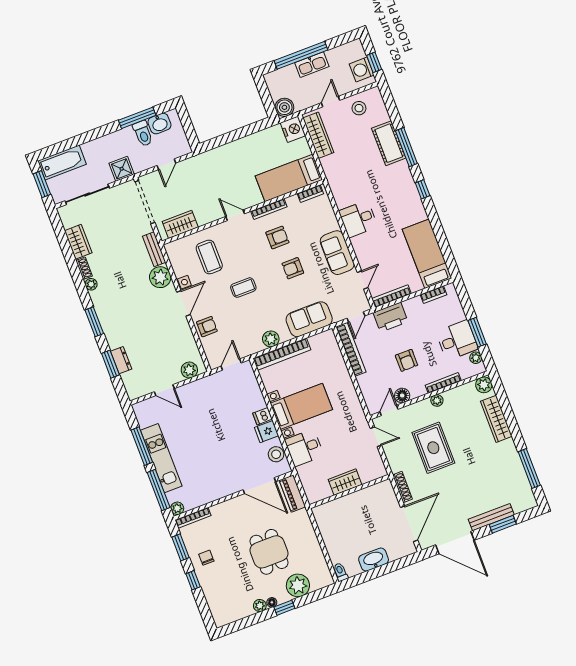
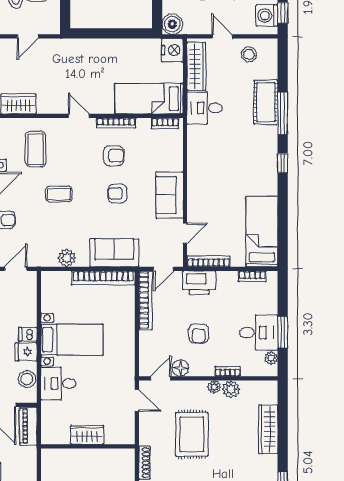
door: (330, 102) -> (222, 36), hinge flipped
desk: (358, 219) -> (204, 108), moved
bookcase: (282, 354) -> (103, 278), moved
bookcase: (443, 383) -> (228, 371), width x0.64
plant: (484, 385) -> (231, 389), moved

